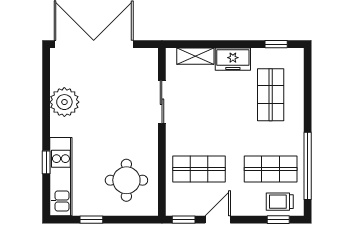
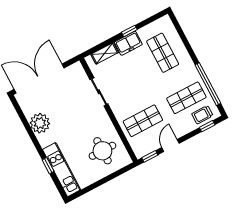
window: (276, 44) -> (129, 31), moved
window: (91, 220) -> (94, 186), removed

